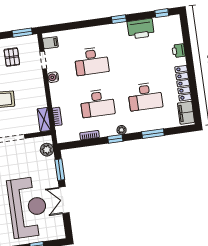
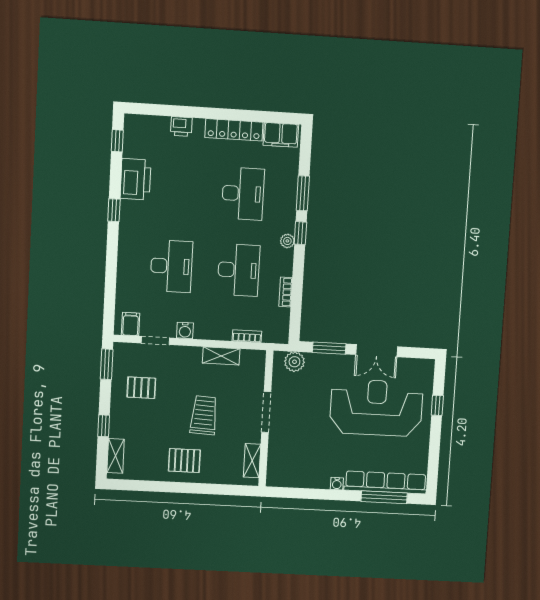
shelving: (44, 120) -> (221, 356), moved
window: (115, 139) -> (300, 233), moved

